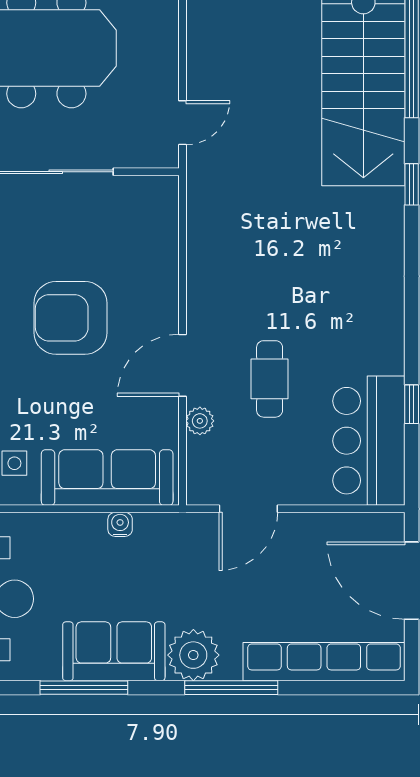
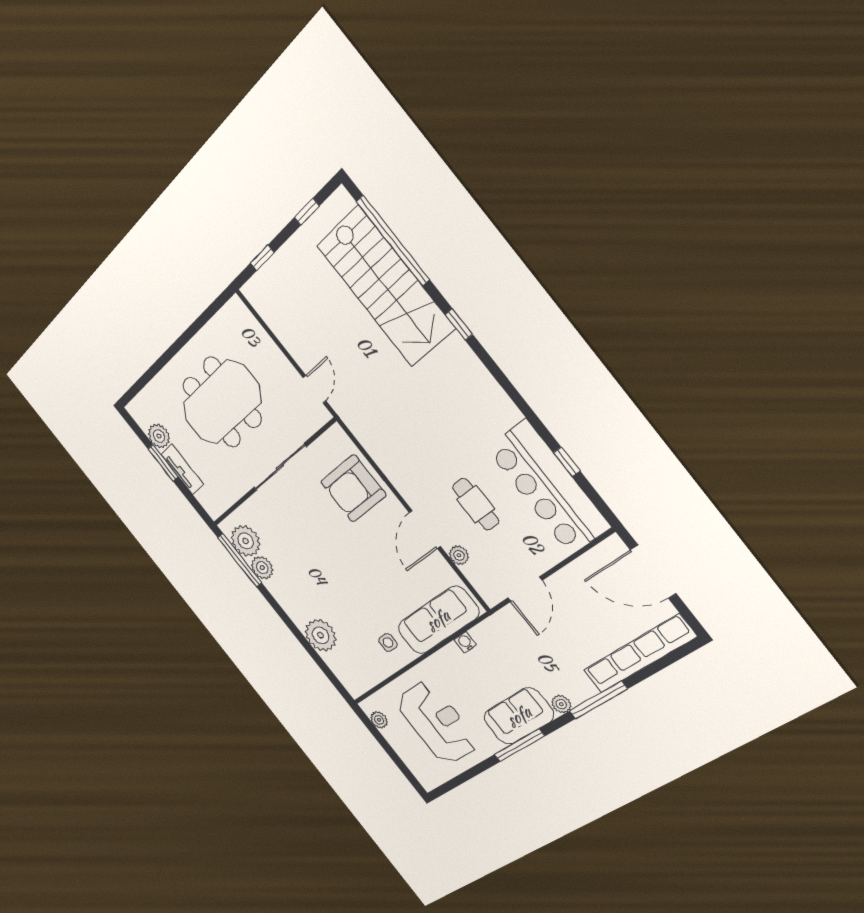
armchair: (70, 318) -> (353, 488), moved
bar counter: (369, 441) -> (548, 488), width x1.36
plant: (193, 655) -> (561, 704), width x0.53, depth x0.53

